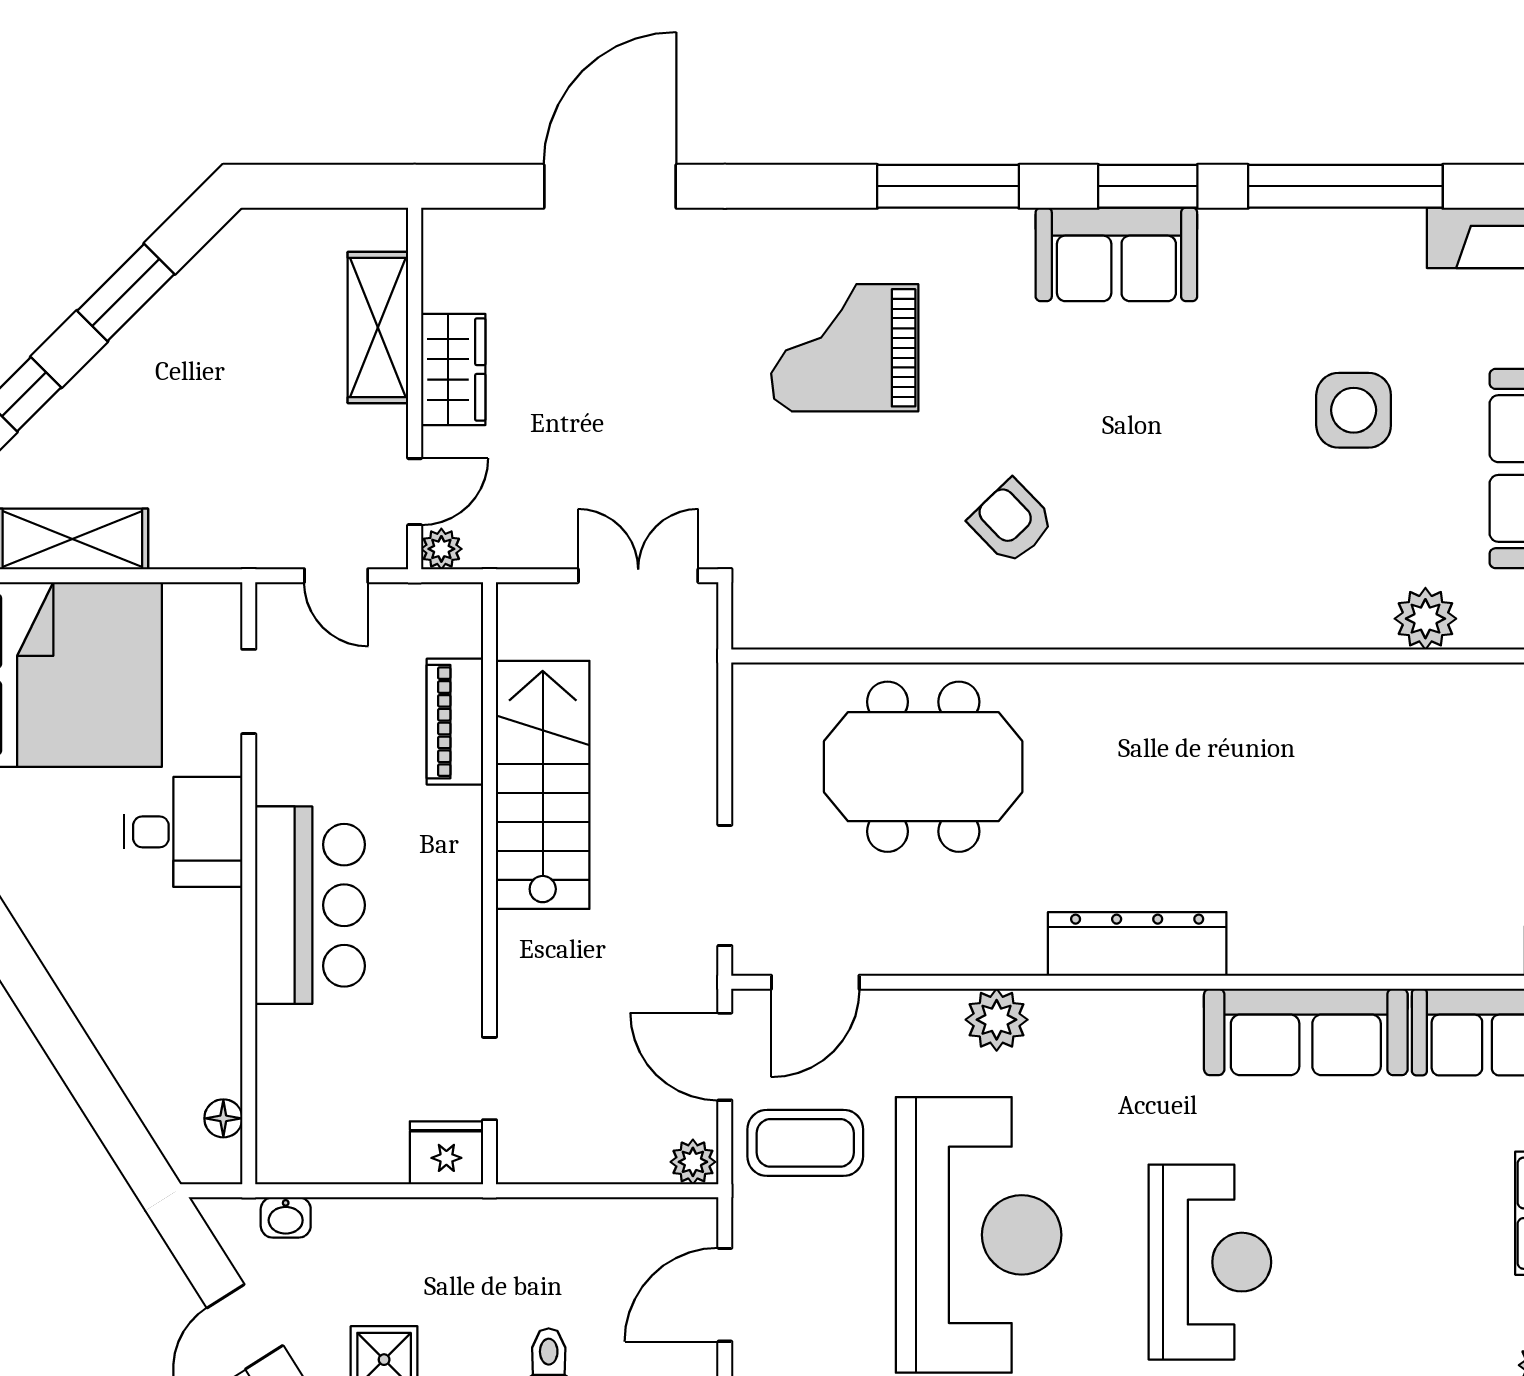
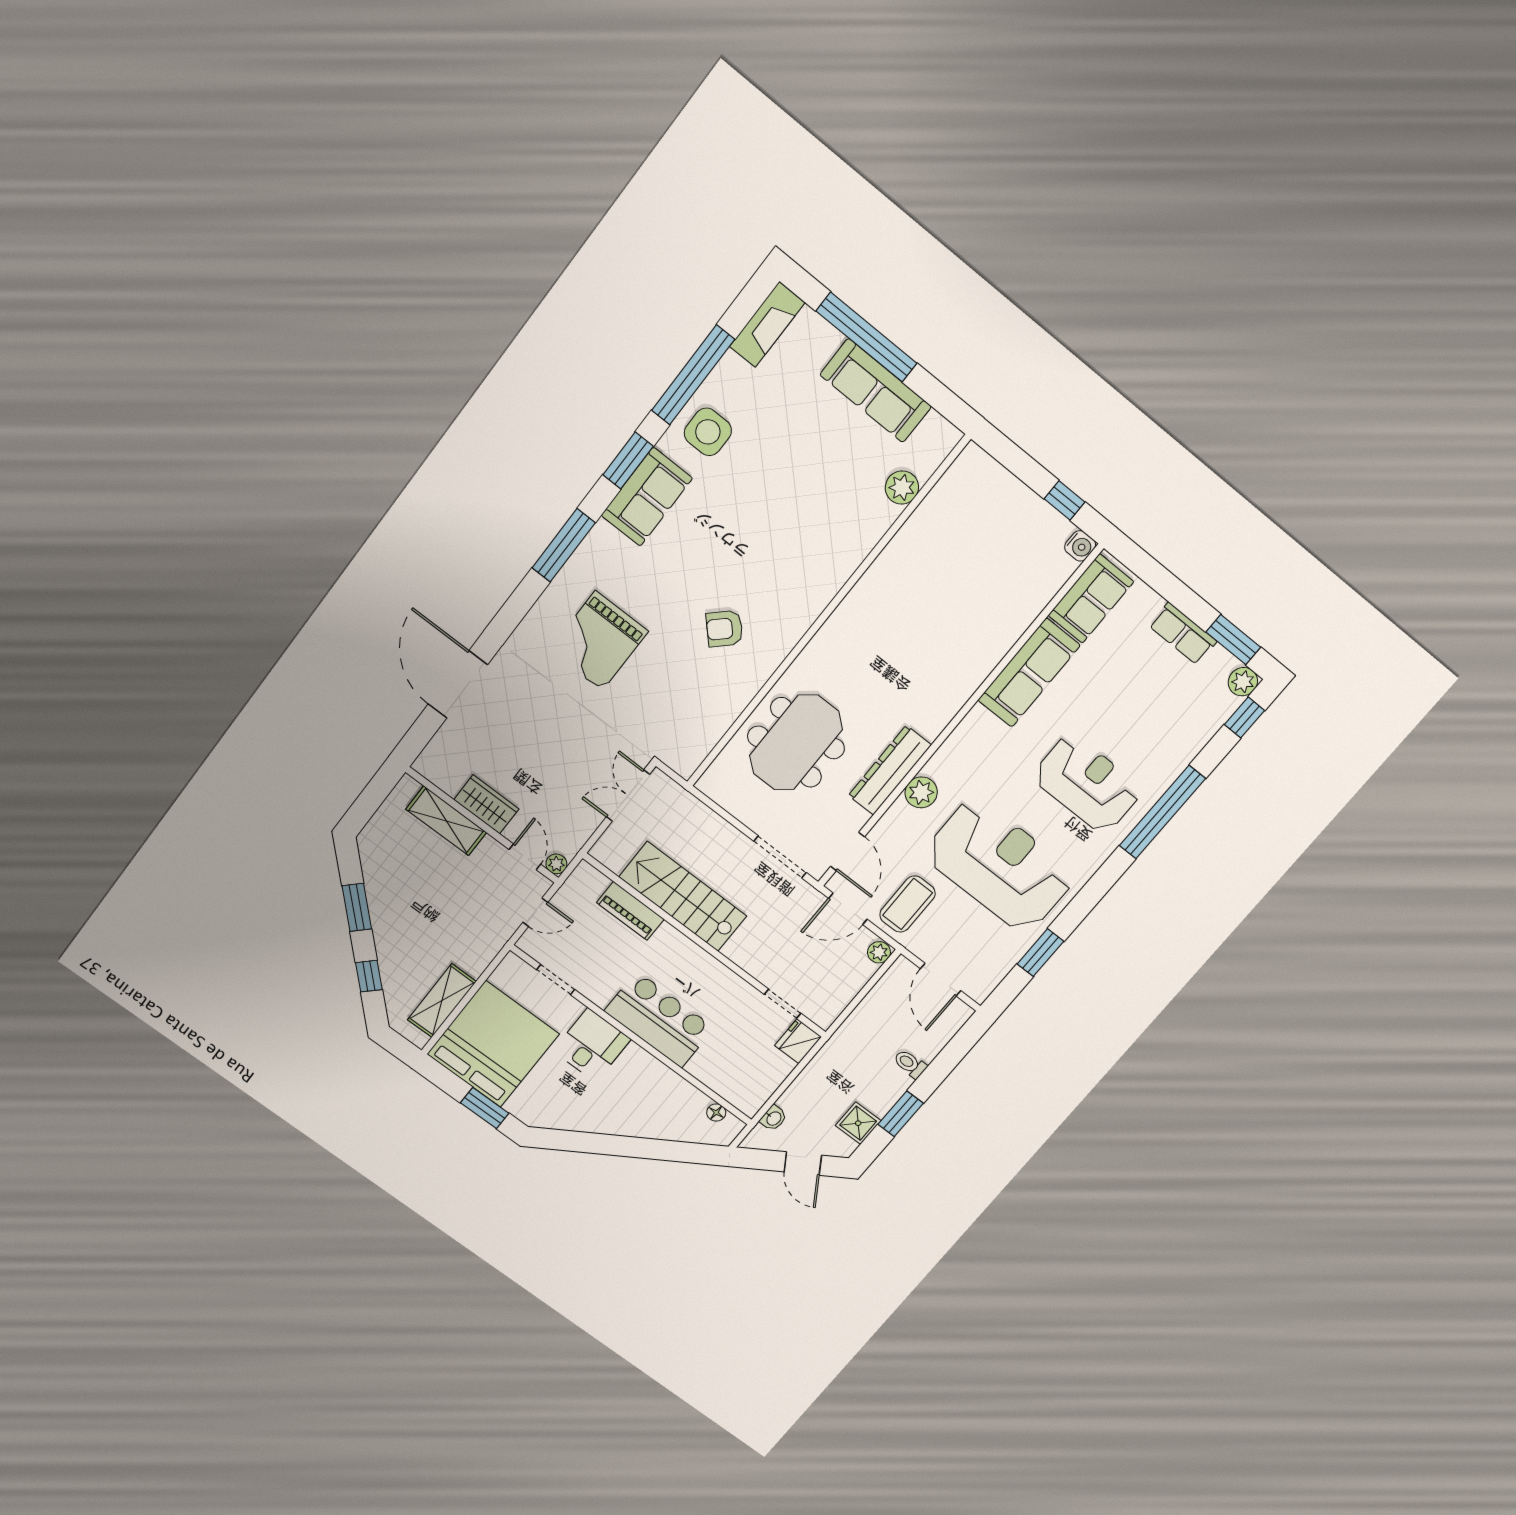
side table: (1354, 410) -> (708, 432), moved
dresser: (1137, 944) -> (890, 770), moved

